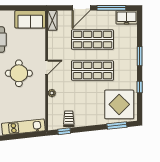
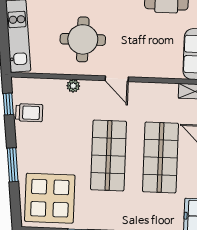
round table: (19, 73) -> (83, 39), moved
window: (117, 126) -> (13, 165), moved

